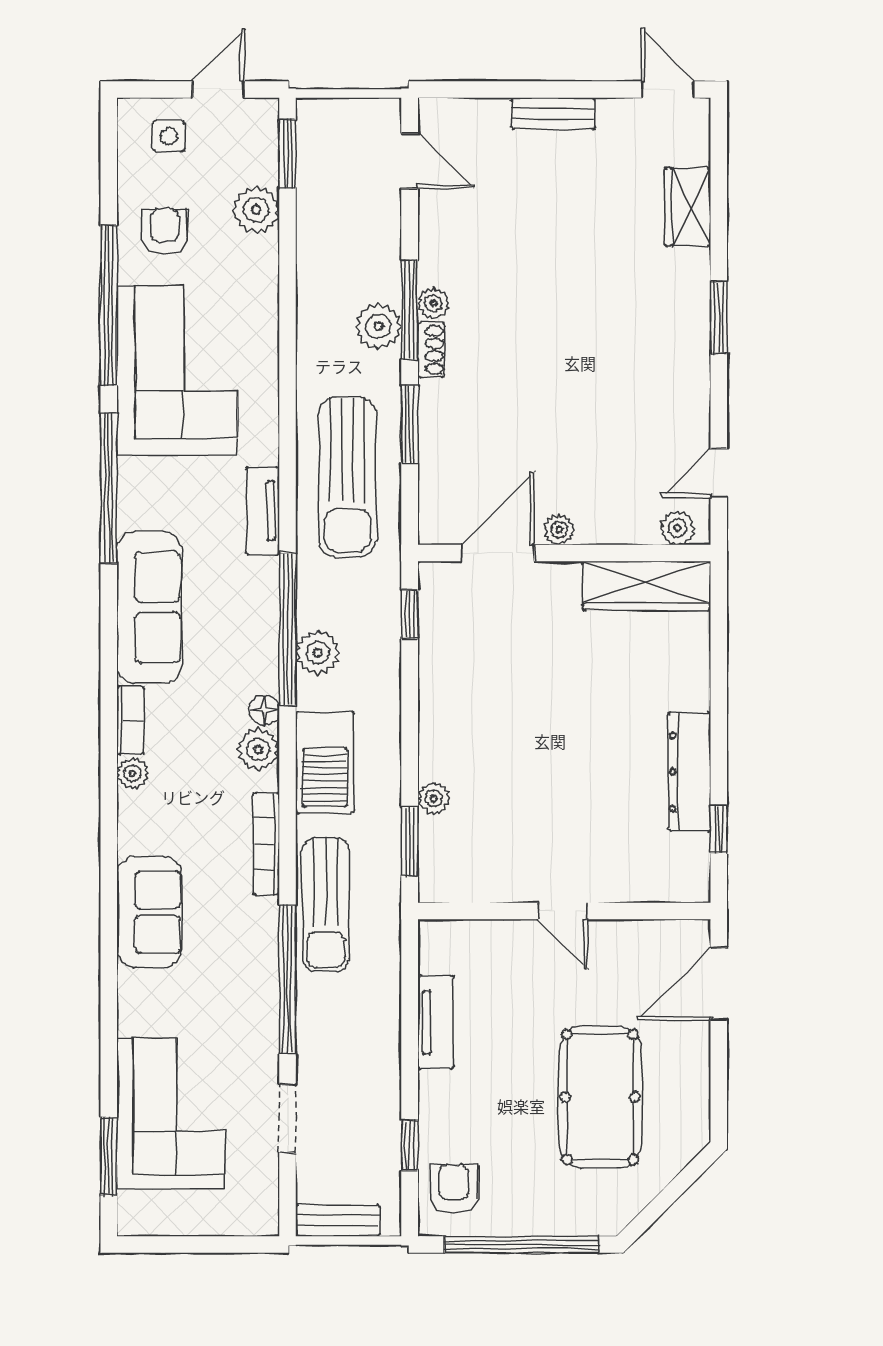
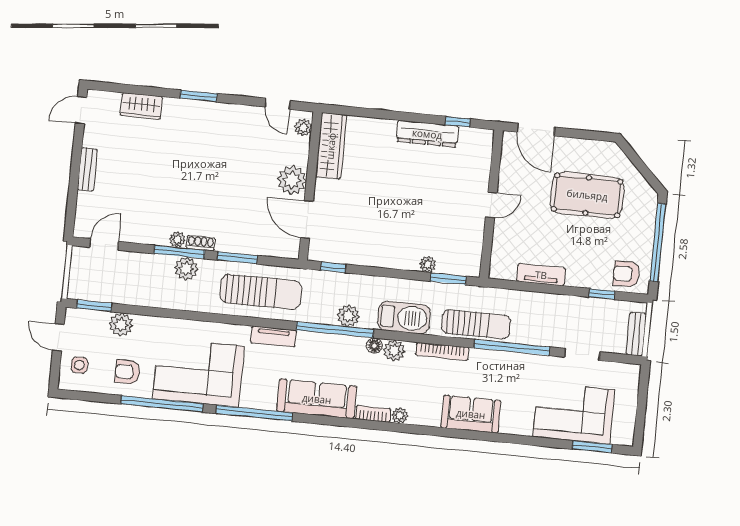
plant: (559, 530) -> (292, 180), width x1.88, depth x1.88

